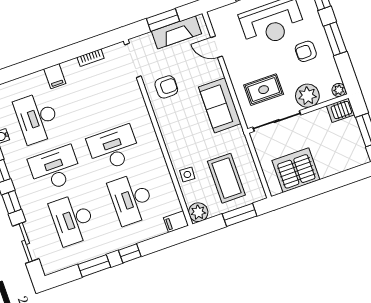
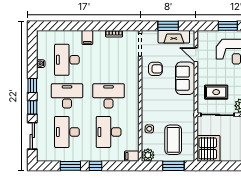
sofa: (220, 105) -> (185, 78), moved
server rack: (296, 170) -> (209, 148), moved, turned 90

